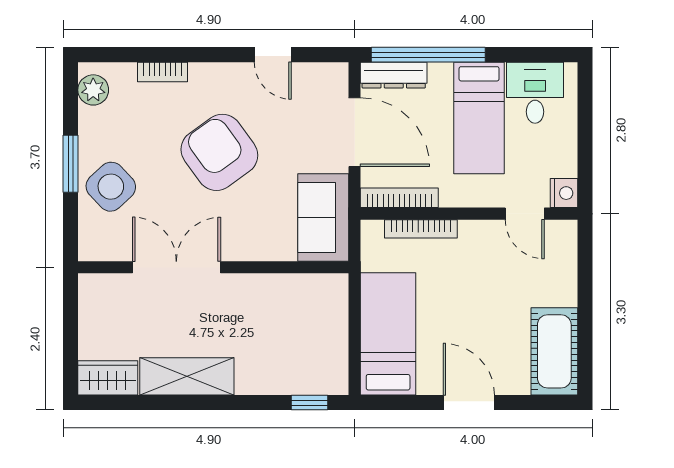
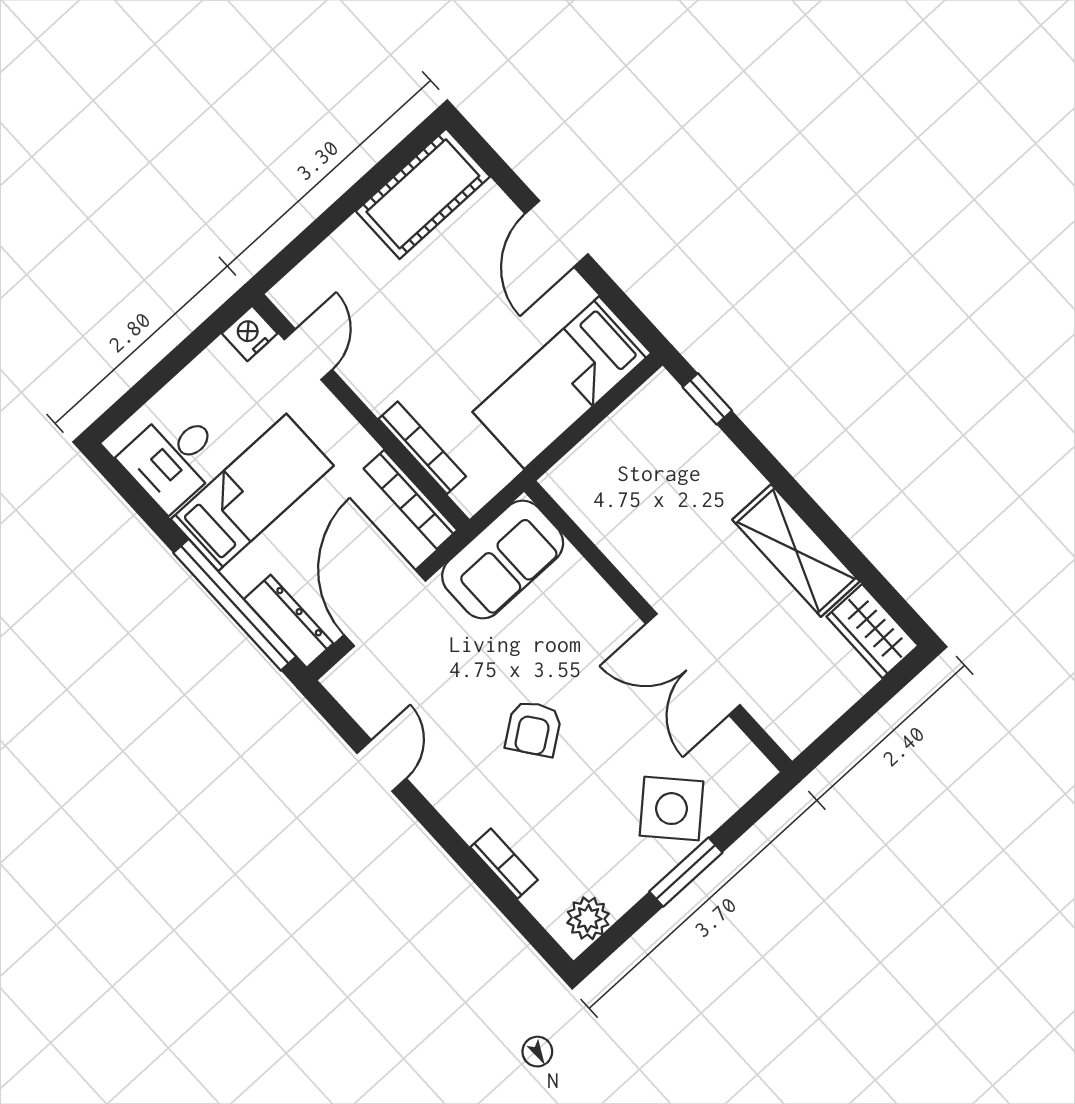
armchair: (219, 152) -> (533, 729), width x0.53, depth x0.53

